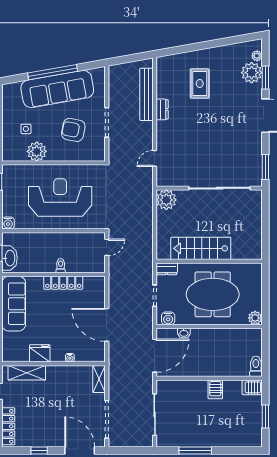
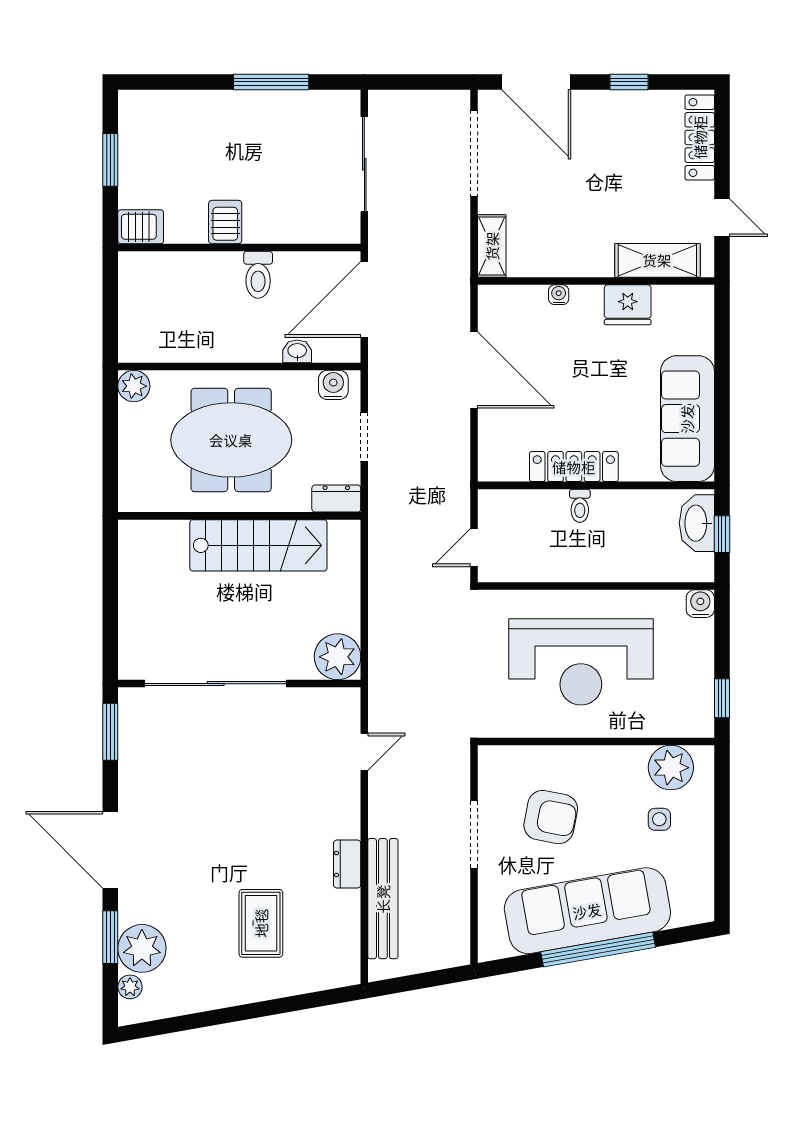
plant: (37, 151) -> (671, 768), moved
toilet: (256, 366) -> (258, 275), moved

